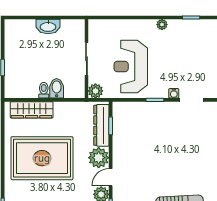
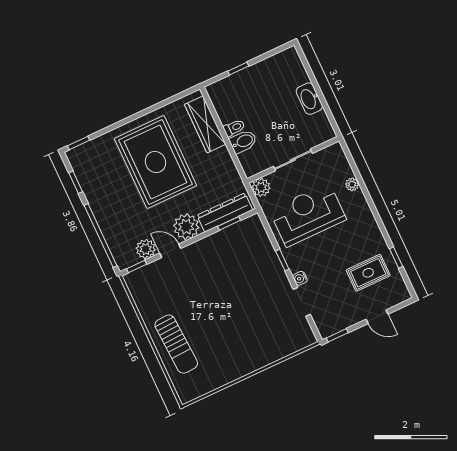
plant: (162, 25) -> (352, 184), moved
rug: (193, 43) -> (368, 273), added

